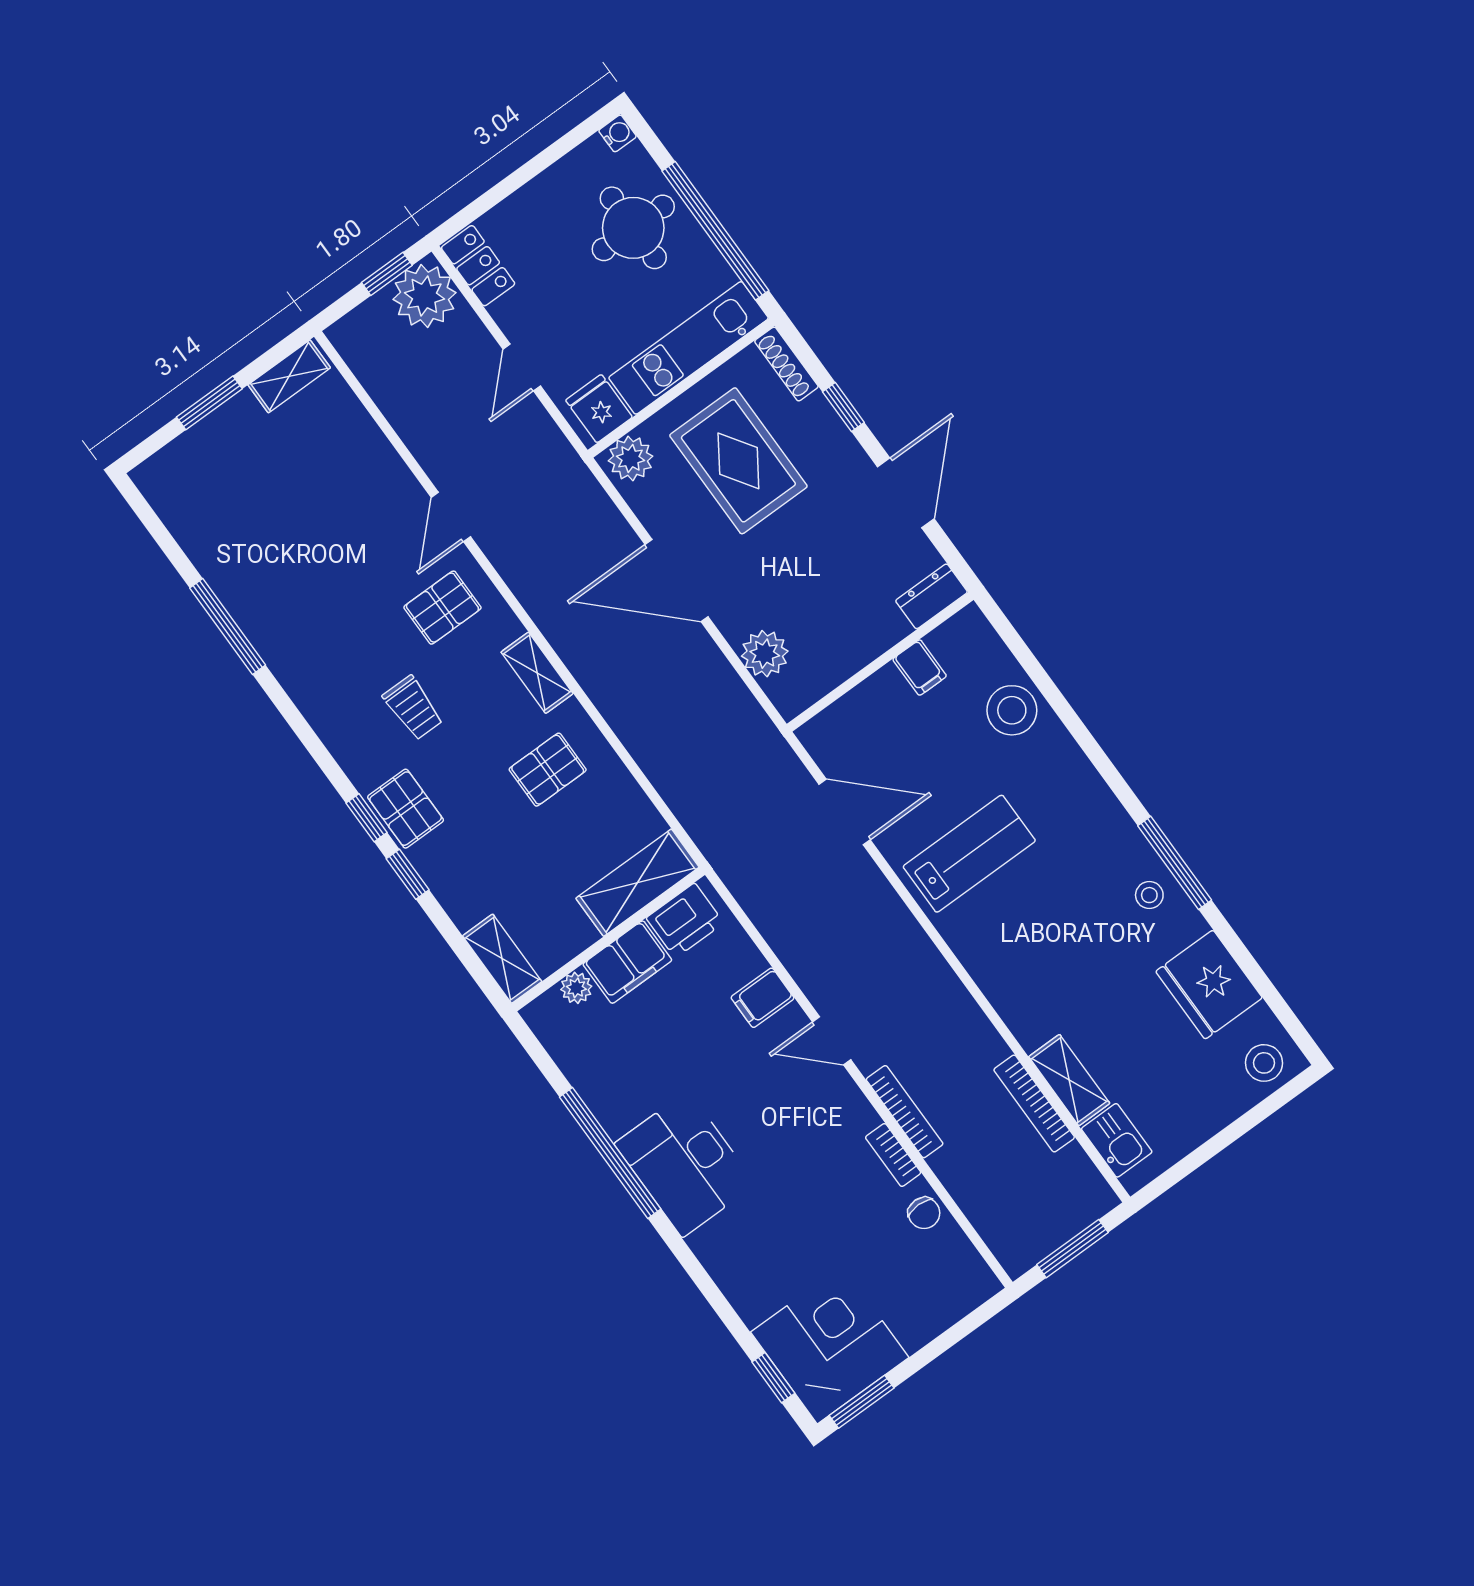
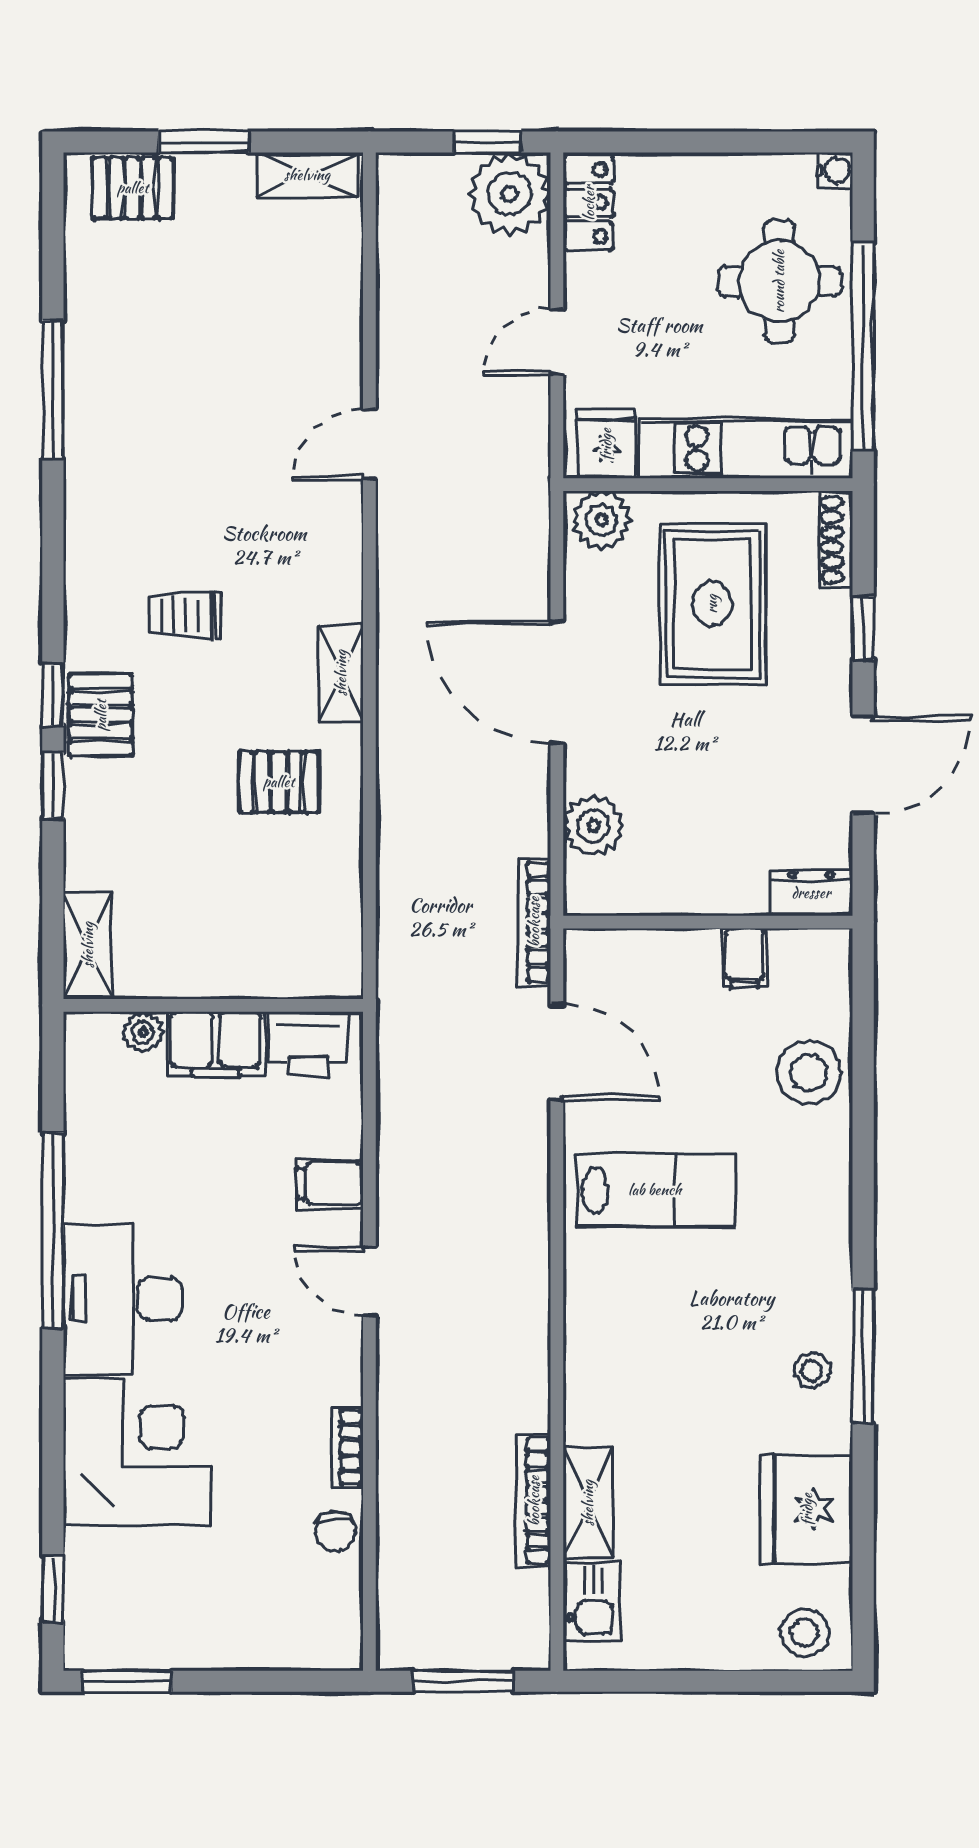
pallet: (442, 608) -> (133, 188), moved
trolley: (413, 708) -> (185, 615), turned 90
shelving: (637, 883) -> (287, 969), removed
bookcase: (905, 1112) -> (534, 922), moved, turned 180
corner desk: (830, 1345) -> (137, 1452), moved

